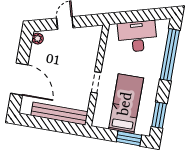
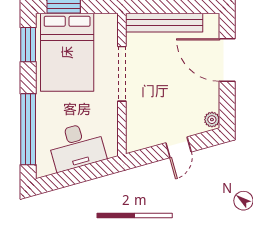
doorway: (96, 82) -> (122, 74), width x1.88
bed: (126, 104) -> (67, 52), width x1.50

